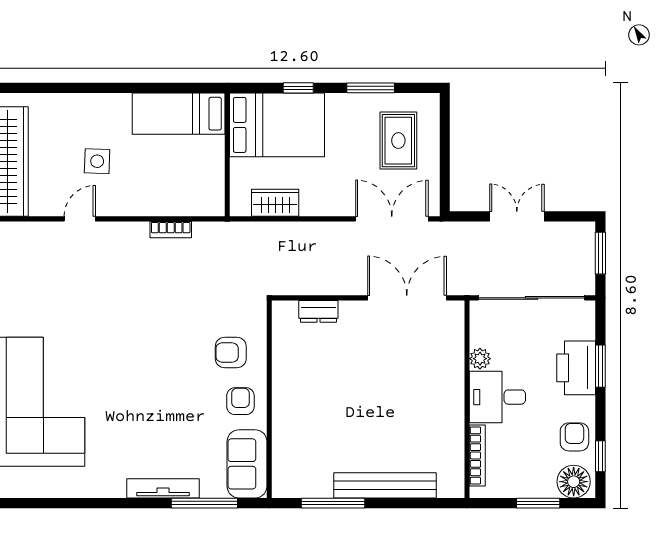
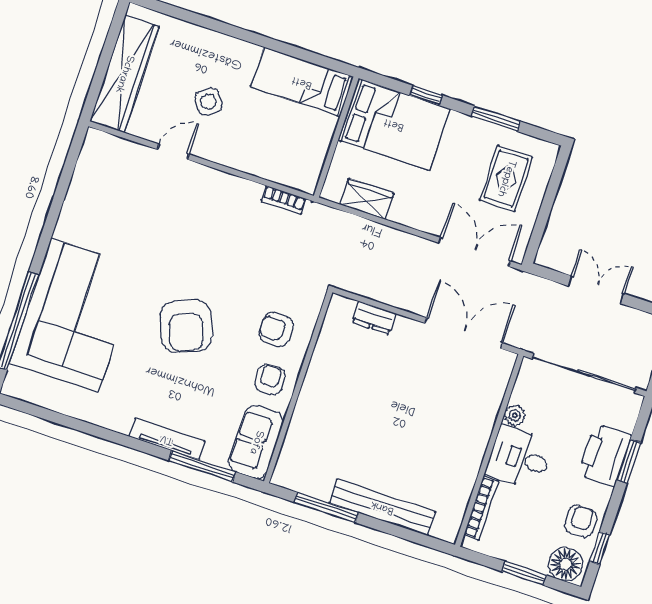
side table: (97, 161) -> (208, 102), turned -37
bookcase: (171, 230) -> (284, 200), moved
armchair: (146, 378) -> (186, 326), added

